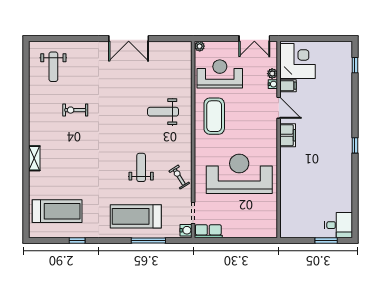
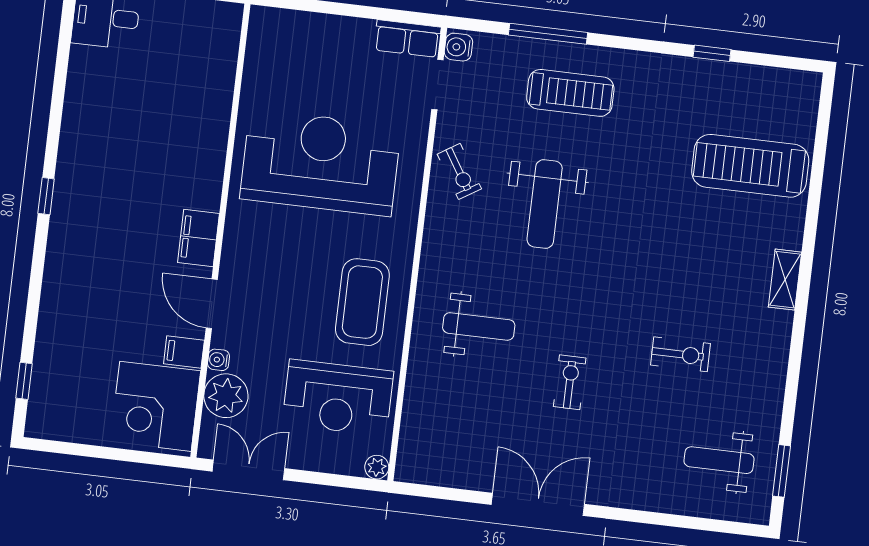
window: (26, 65) -> (782, 471), added
weight bench: (53, 67) -> (719, 460), turned -90
plant: (272, 74) -> (226, 396), width x1.88, depth x1.88
exercise bike: (121, 92) -> (570, 382), added
shelving: (34, 158) -> (785, 280), moved
weight bench: (141, 167) -> (545, 204), width x1.36, depth x1.33
reception desk: (239, 174) -> (320, 163), turned 180
treadmill: (57, 211) -> (750, 166), moved
treadmill: (136, 216) -> (570, 93), width x0.73, depth x0.73

